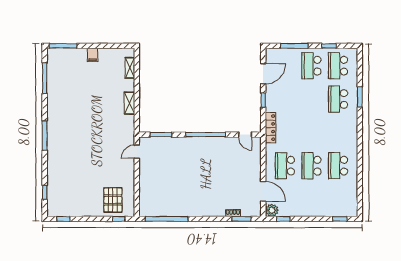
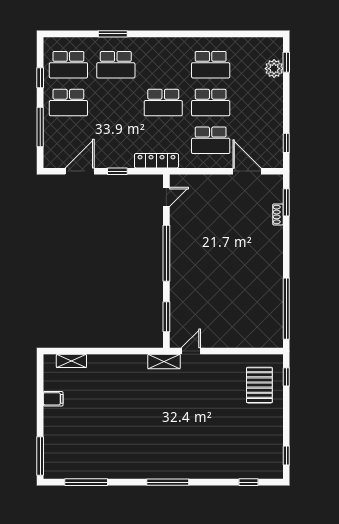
filing cabinet: (93, 55) -> (53, 399), moved
door: (263, 74) -> (80, 171), hinge flipped
shelving: (129, 103) -> (164, 362), moved
school desk: (312, 132) -> (163, 103), added
door: (137, 152) -> (191, 351), swing flipped
door: (263, 191) -> (247, 171), hinge flipped
pallet: (113, 200) -> (259, 385), turned 90
plant: (272, 210) -> (274, 69), moved

